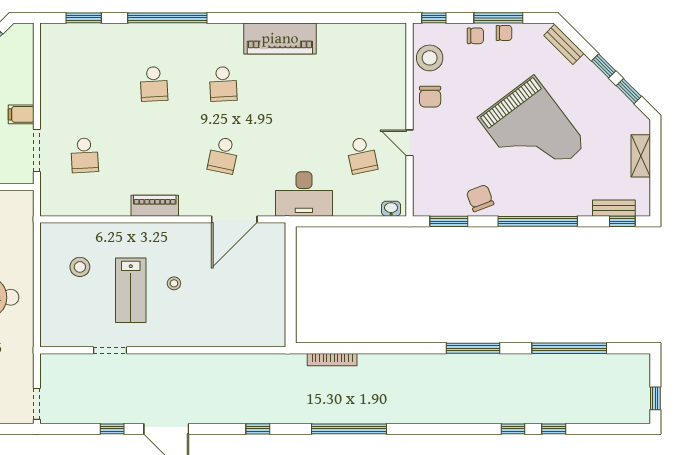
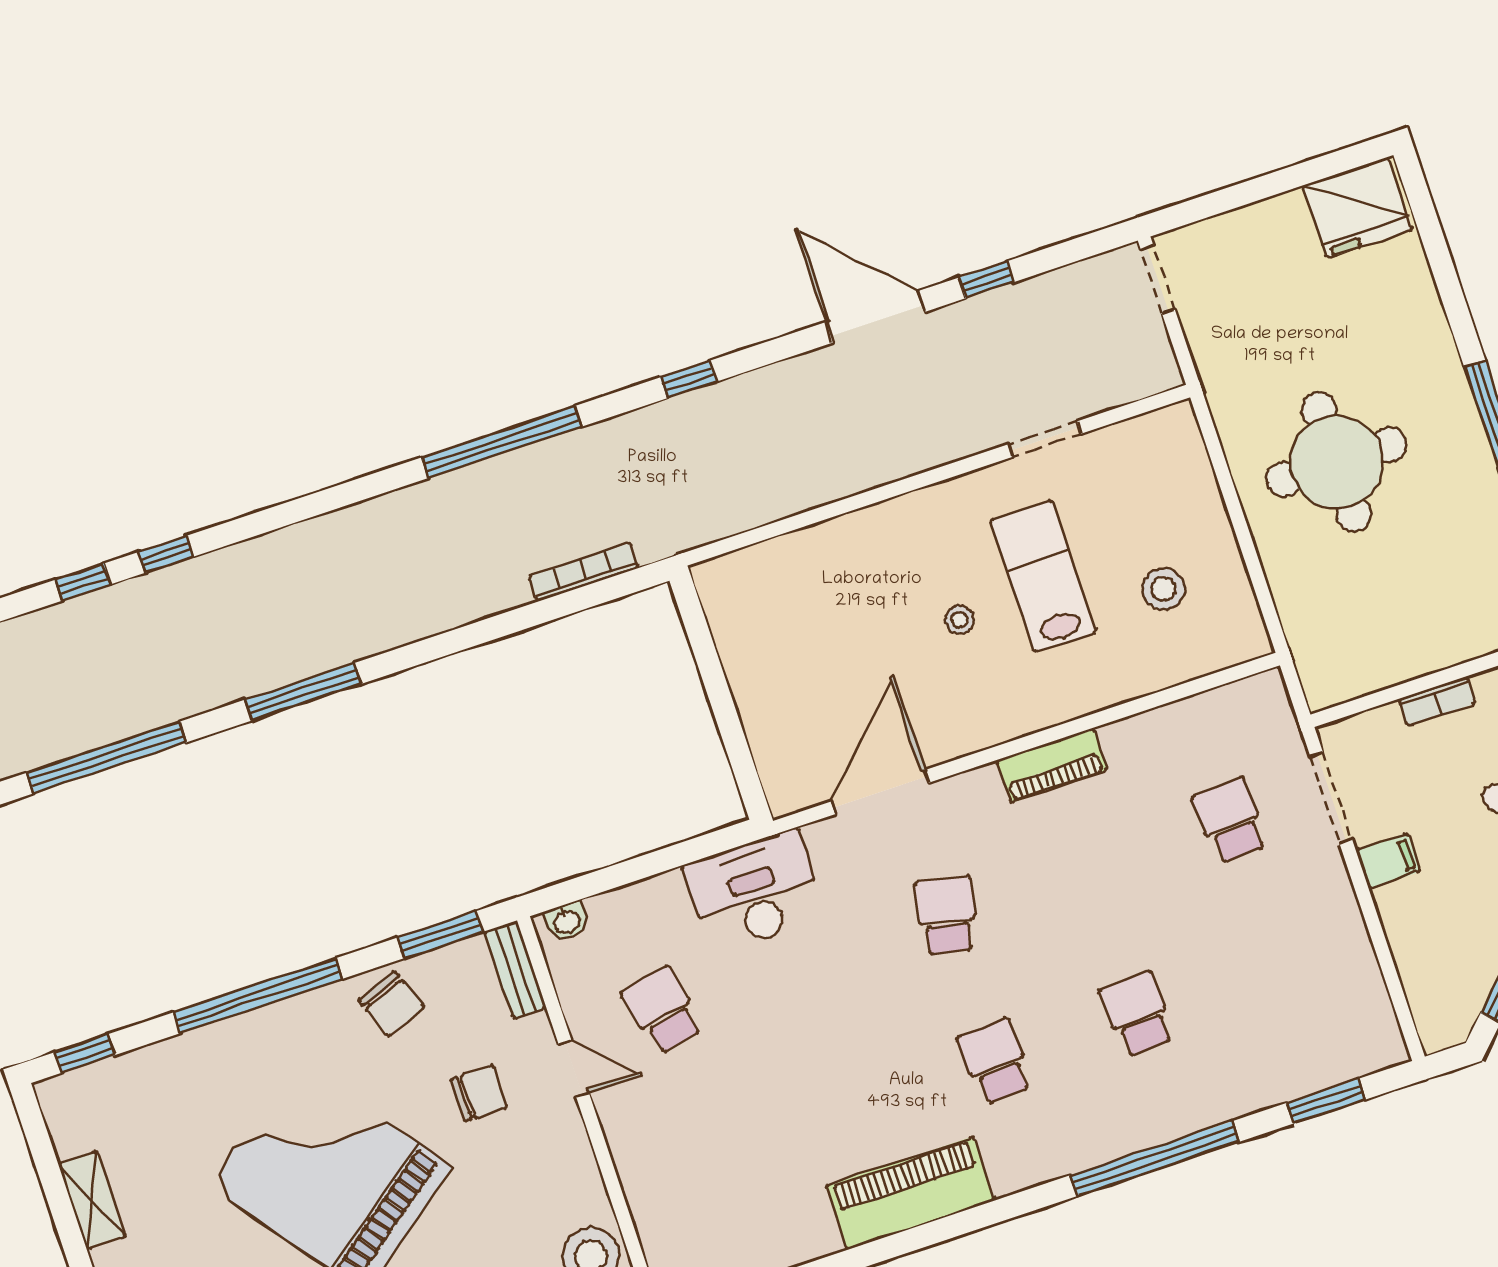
chair: (430, 97) -> (479, 1093), moved, turned 90
bench: (614, 208) -> (515, 969), moved, turned 90

